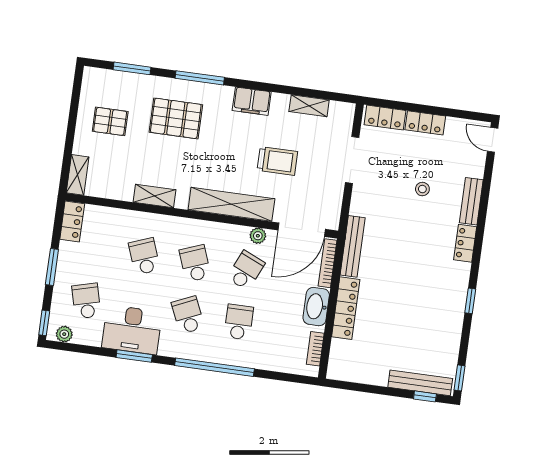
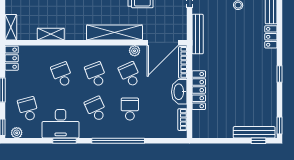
shelving: (155, 196) -> (51, 34), moved
bench: (353, 246) -> (198, 34), moved
school desk: (246, 270) -> (130, 74), turned -48

